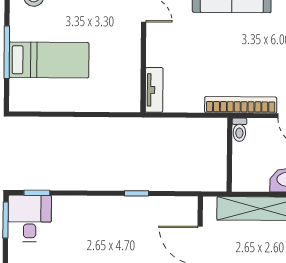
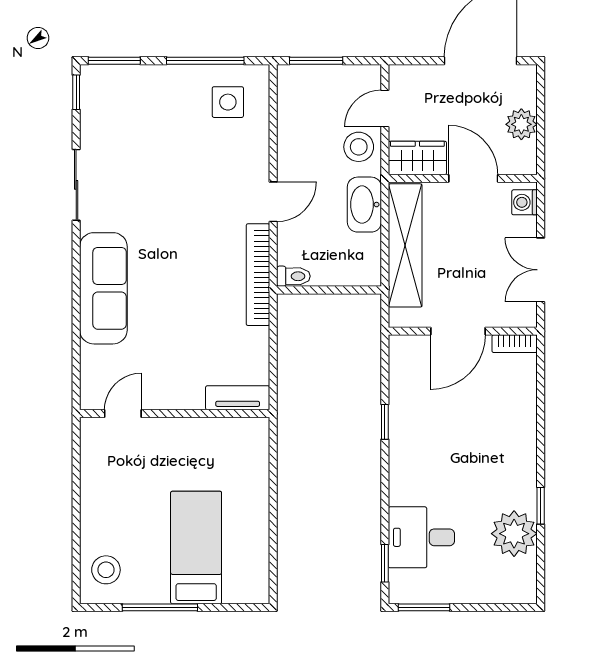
window: (7, 52) -> (160, 607), moved
desk: (30, 218) -> (421, 537), moved

